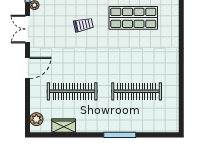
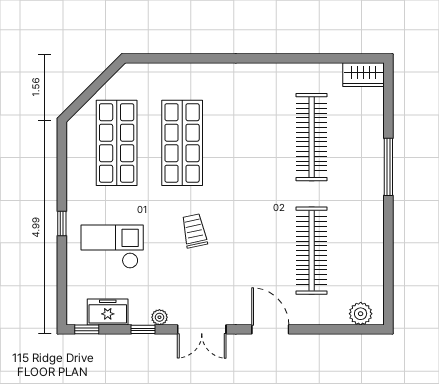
wardrobe: (64, 126) -> (364, 75), moved, turned -90

